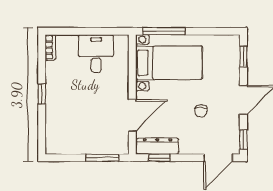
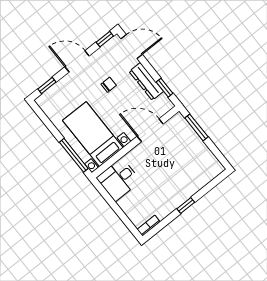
desk: (96, 54) -> (119, 179), moved
dresser: (157, 146) -> (146, 81), moved

